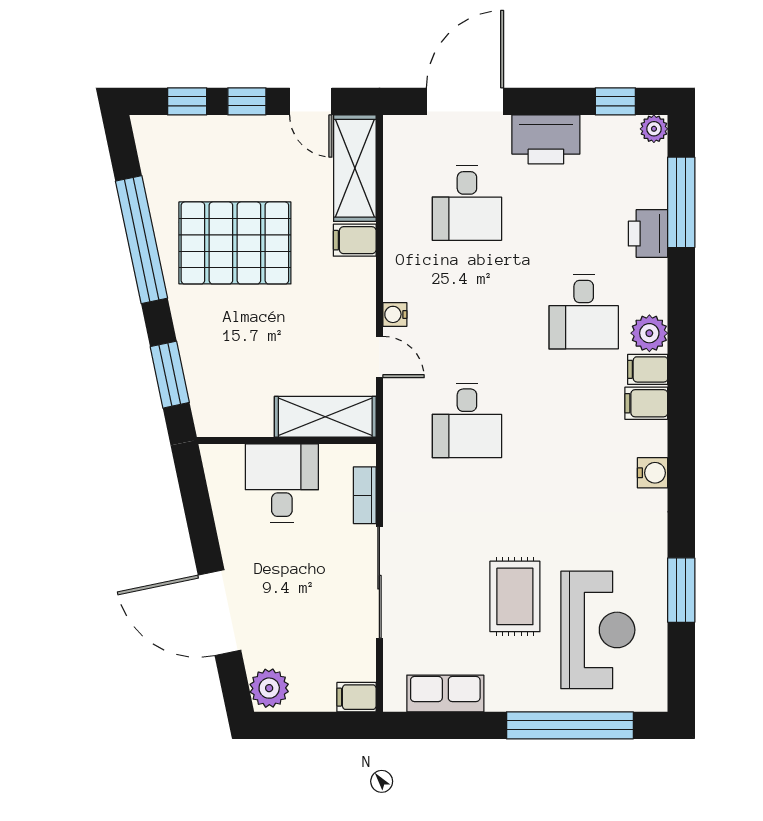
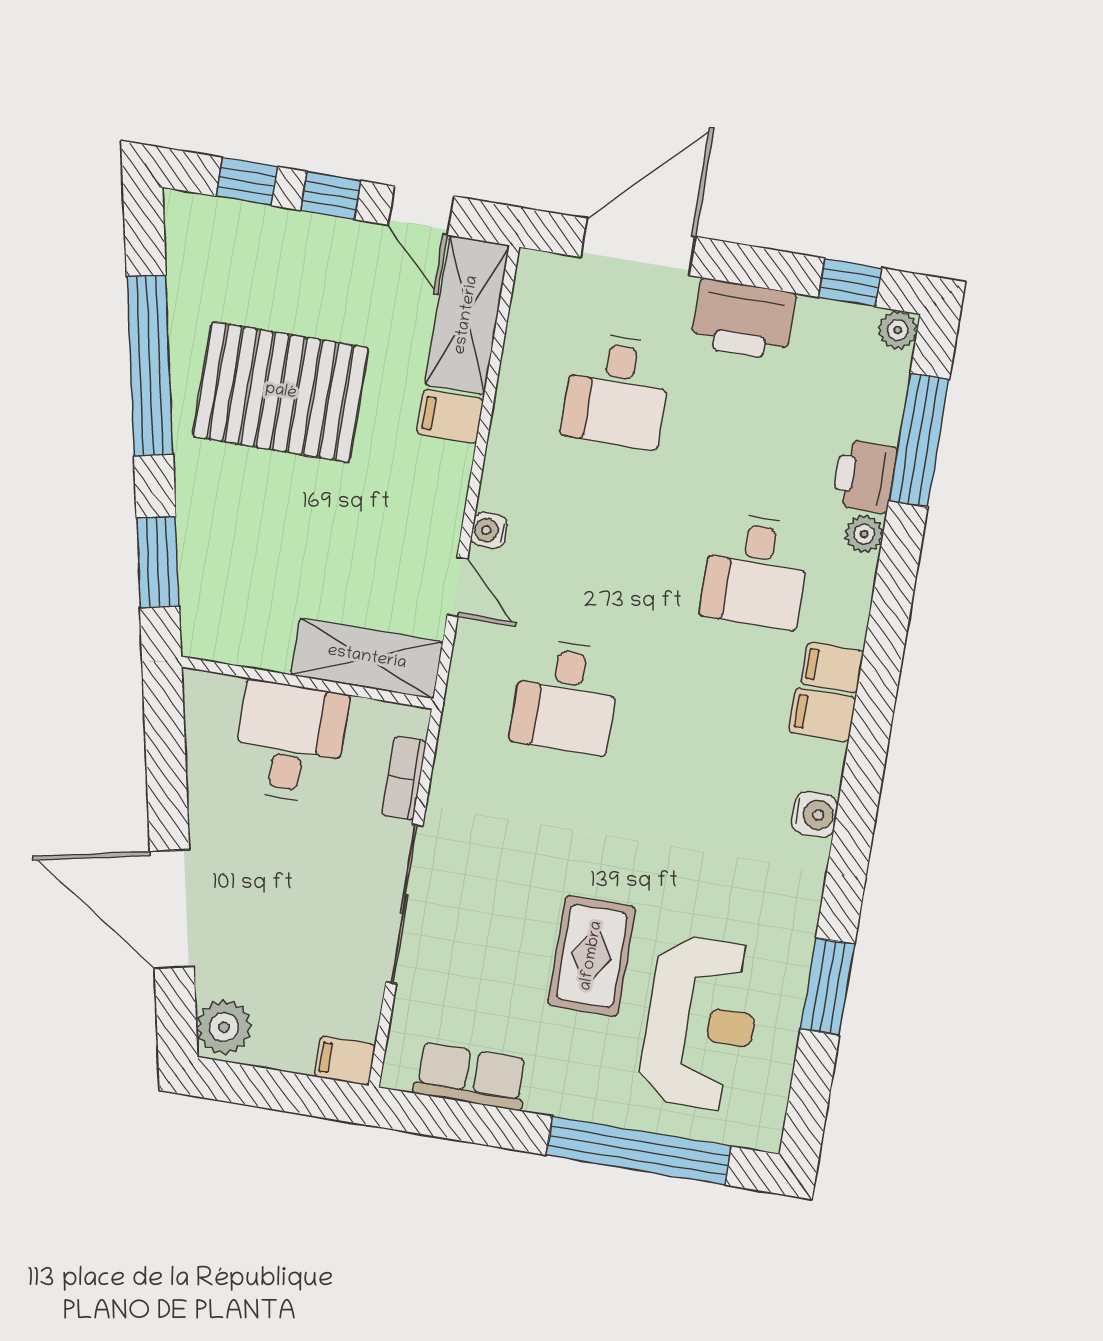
plant: (649, 333) -> (864, 534), moved, width x0.73, depth x0.73

